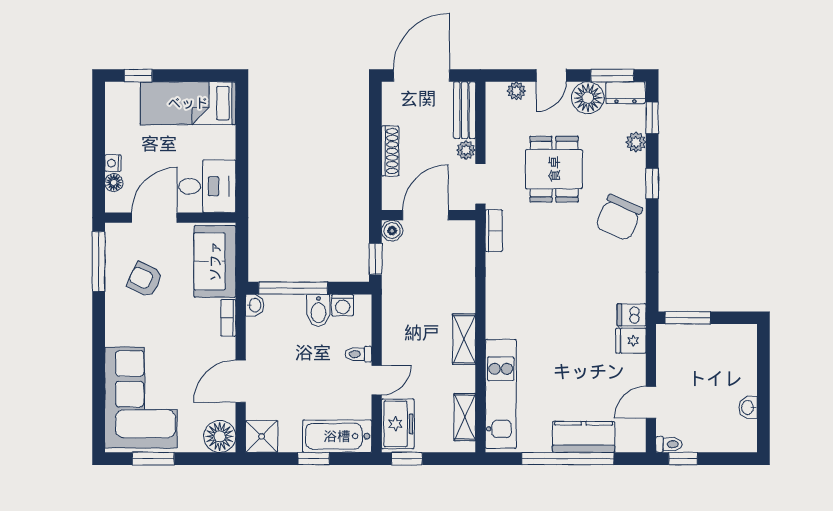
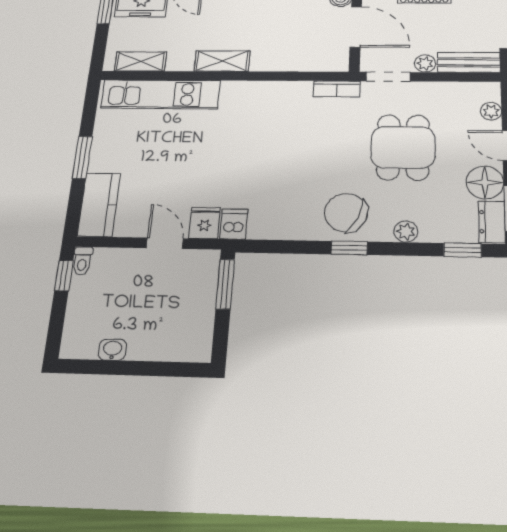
plant: (636, 142) -> (406, 232), moved
dining table: (554, 169) -> (403, 147), turned 90
window: (652, 184) -> (349, 248), moved
door: (651, 402) -> (165, 243), moved
kitchen counter: (584, 437) -> (99, 205), moved
window: (568, 459) -> (82, 157), width x0.47

